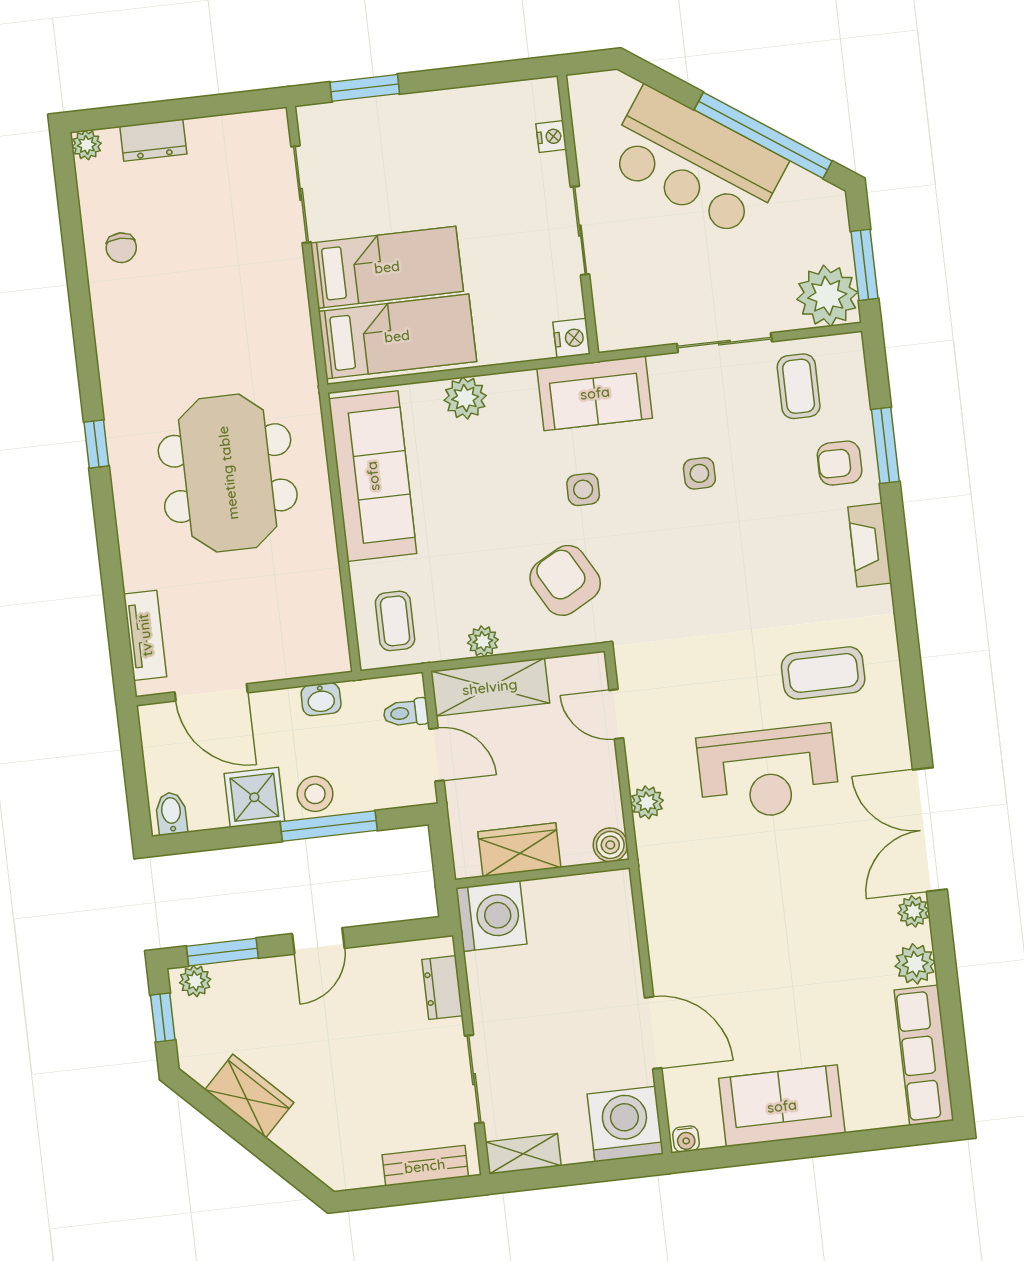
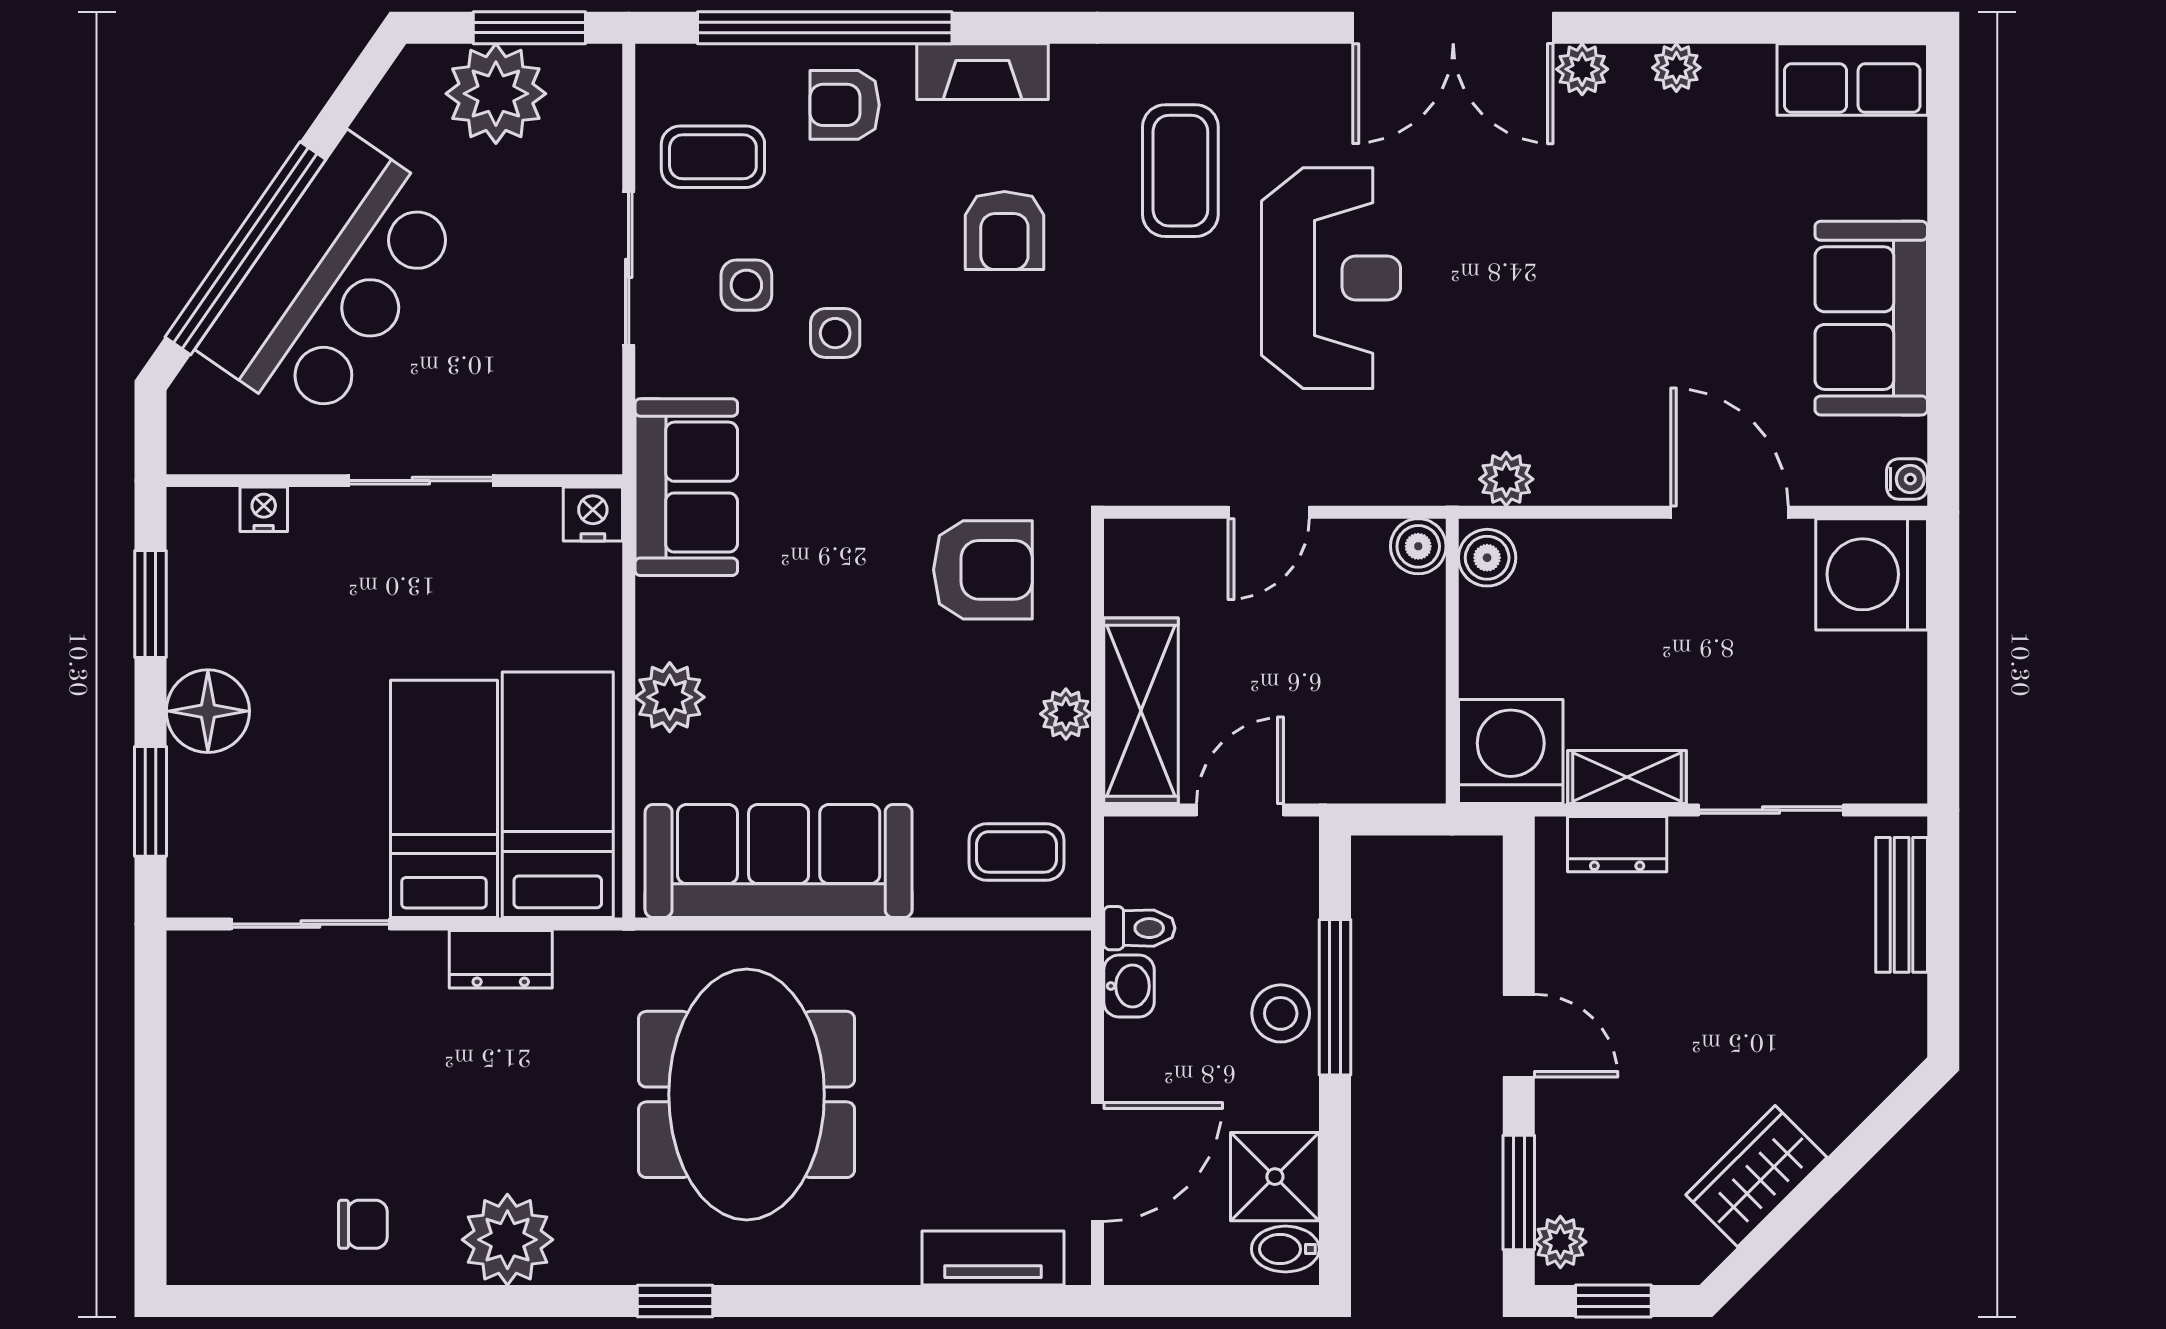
window: (485, 74) -> (150, 604), added
floor lamp: (424, 117) -> (208, 711), added
window: (763, 135) -> (245, 248), moved
dresser: (153, 140) -> (501, 959), moved, turned 90
plant: (87, 145) -> (507, 1240), moved, width x1.87, depth x1.87
plant: (827, 296) -> (496, 94), moved
window: (885, 445) -> (825, 28), width x2.11
armchair: (840, 463) -> (845, 105), turned 90
meeting table: (228, 473) -> (747, 1094), turned 90
side table: (583, 489) -> (746, 285), moved
armchair: (774, 570) -> (1004, 231), added
armchair: (565, 580) -> (983, 570), turned -151
toilet: (406, 713) -> (1139, 928), moved, turned -90
door: (616, 714) -> (1269, 512), moved
shower: (254, 797) -> (1275, 1177), moved
plant: (647, 802) -> (1506, 479), moved
wardrobe: (519, 850) -> (1409, 694), removed
boiler: (608, 888) -> (1487, 558), added
plant: (915, 964) -> (1676, 68), width x0.73, depth x0.73
door: (653, 1033) -> (1730, 512), hinge flipped
row of seats: (924, 1055) -> (1852, 79), width x0.68
shelving: (523, 1154) -> (1627, 777), moved, turned 90

